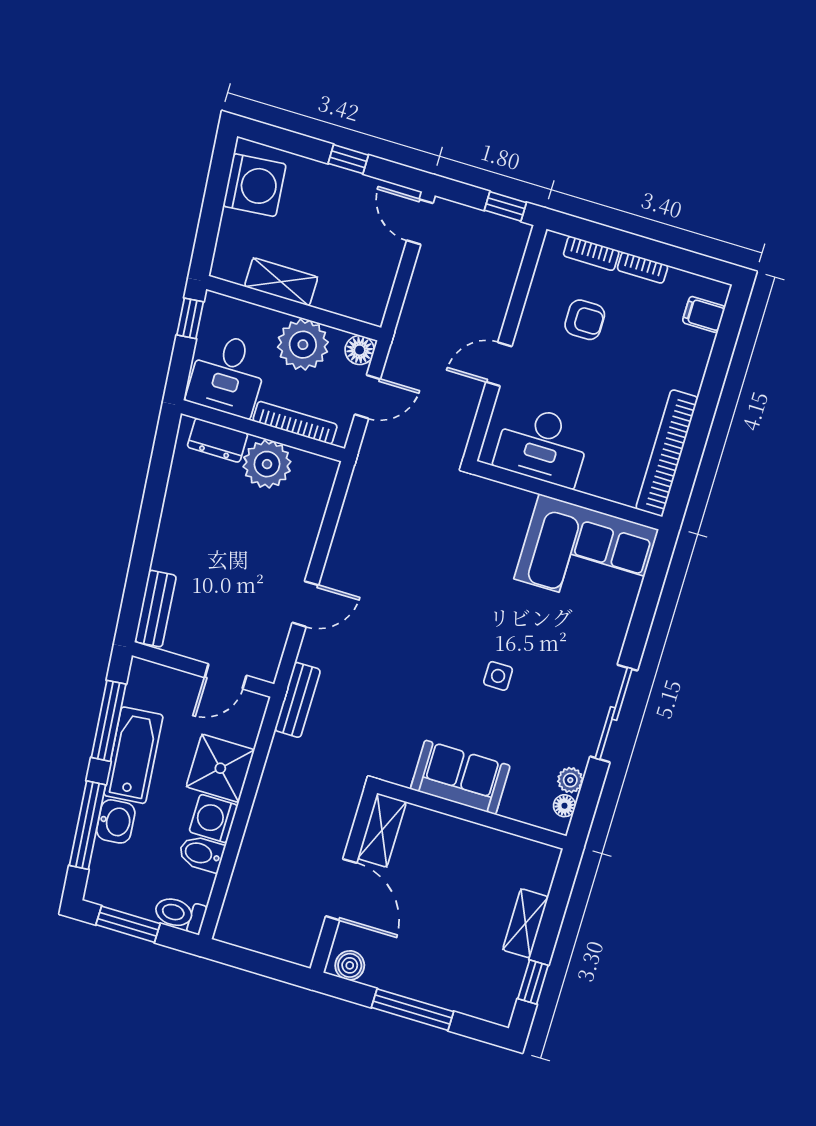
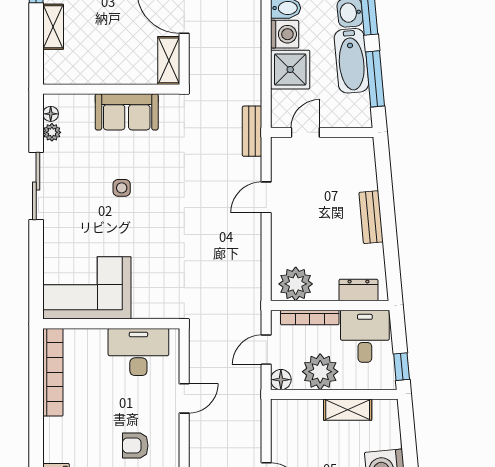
plant: (267, 464) -> (296, 284), moved
bench: (156, 609) -> (371, 217), moved

